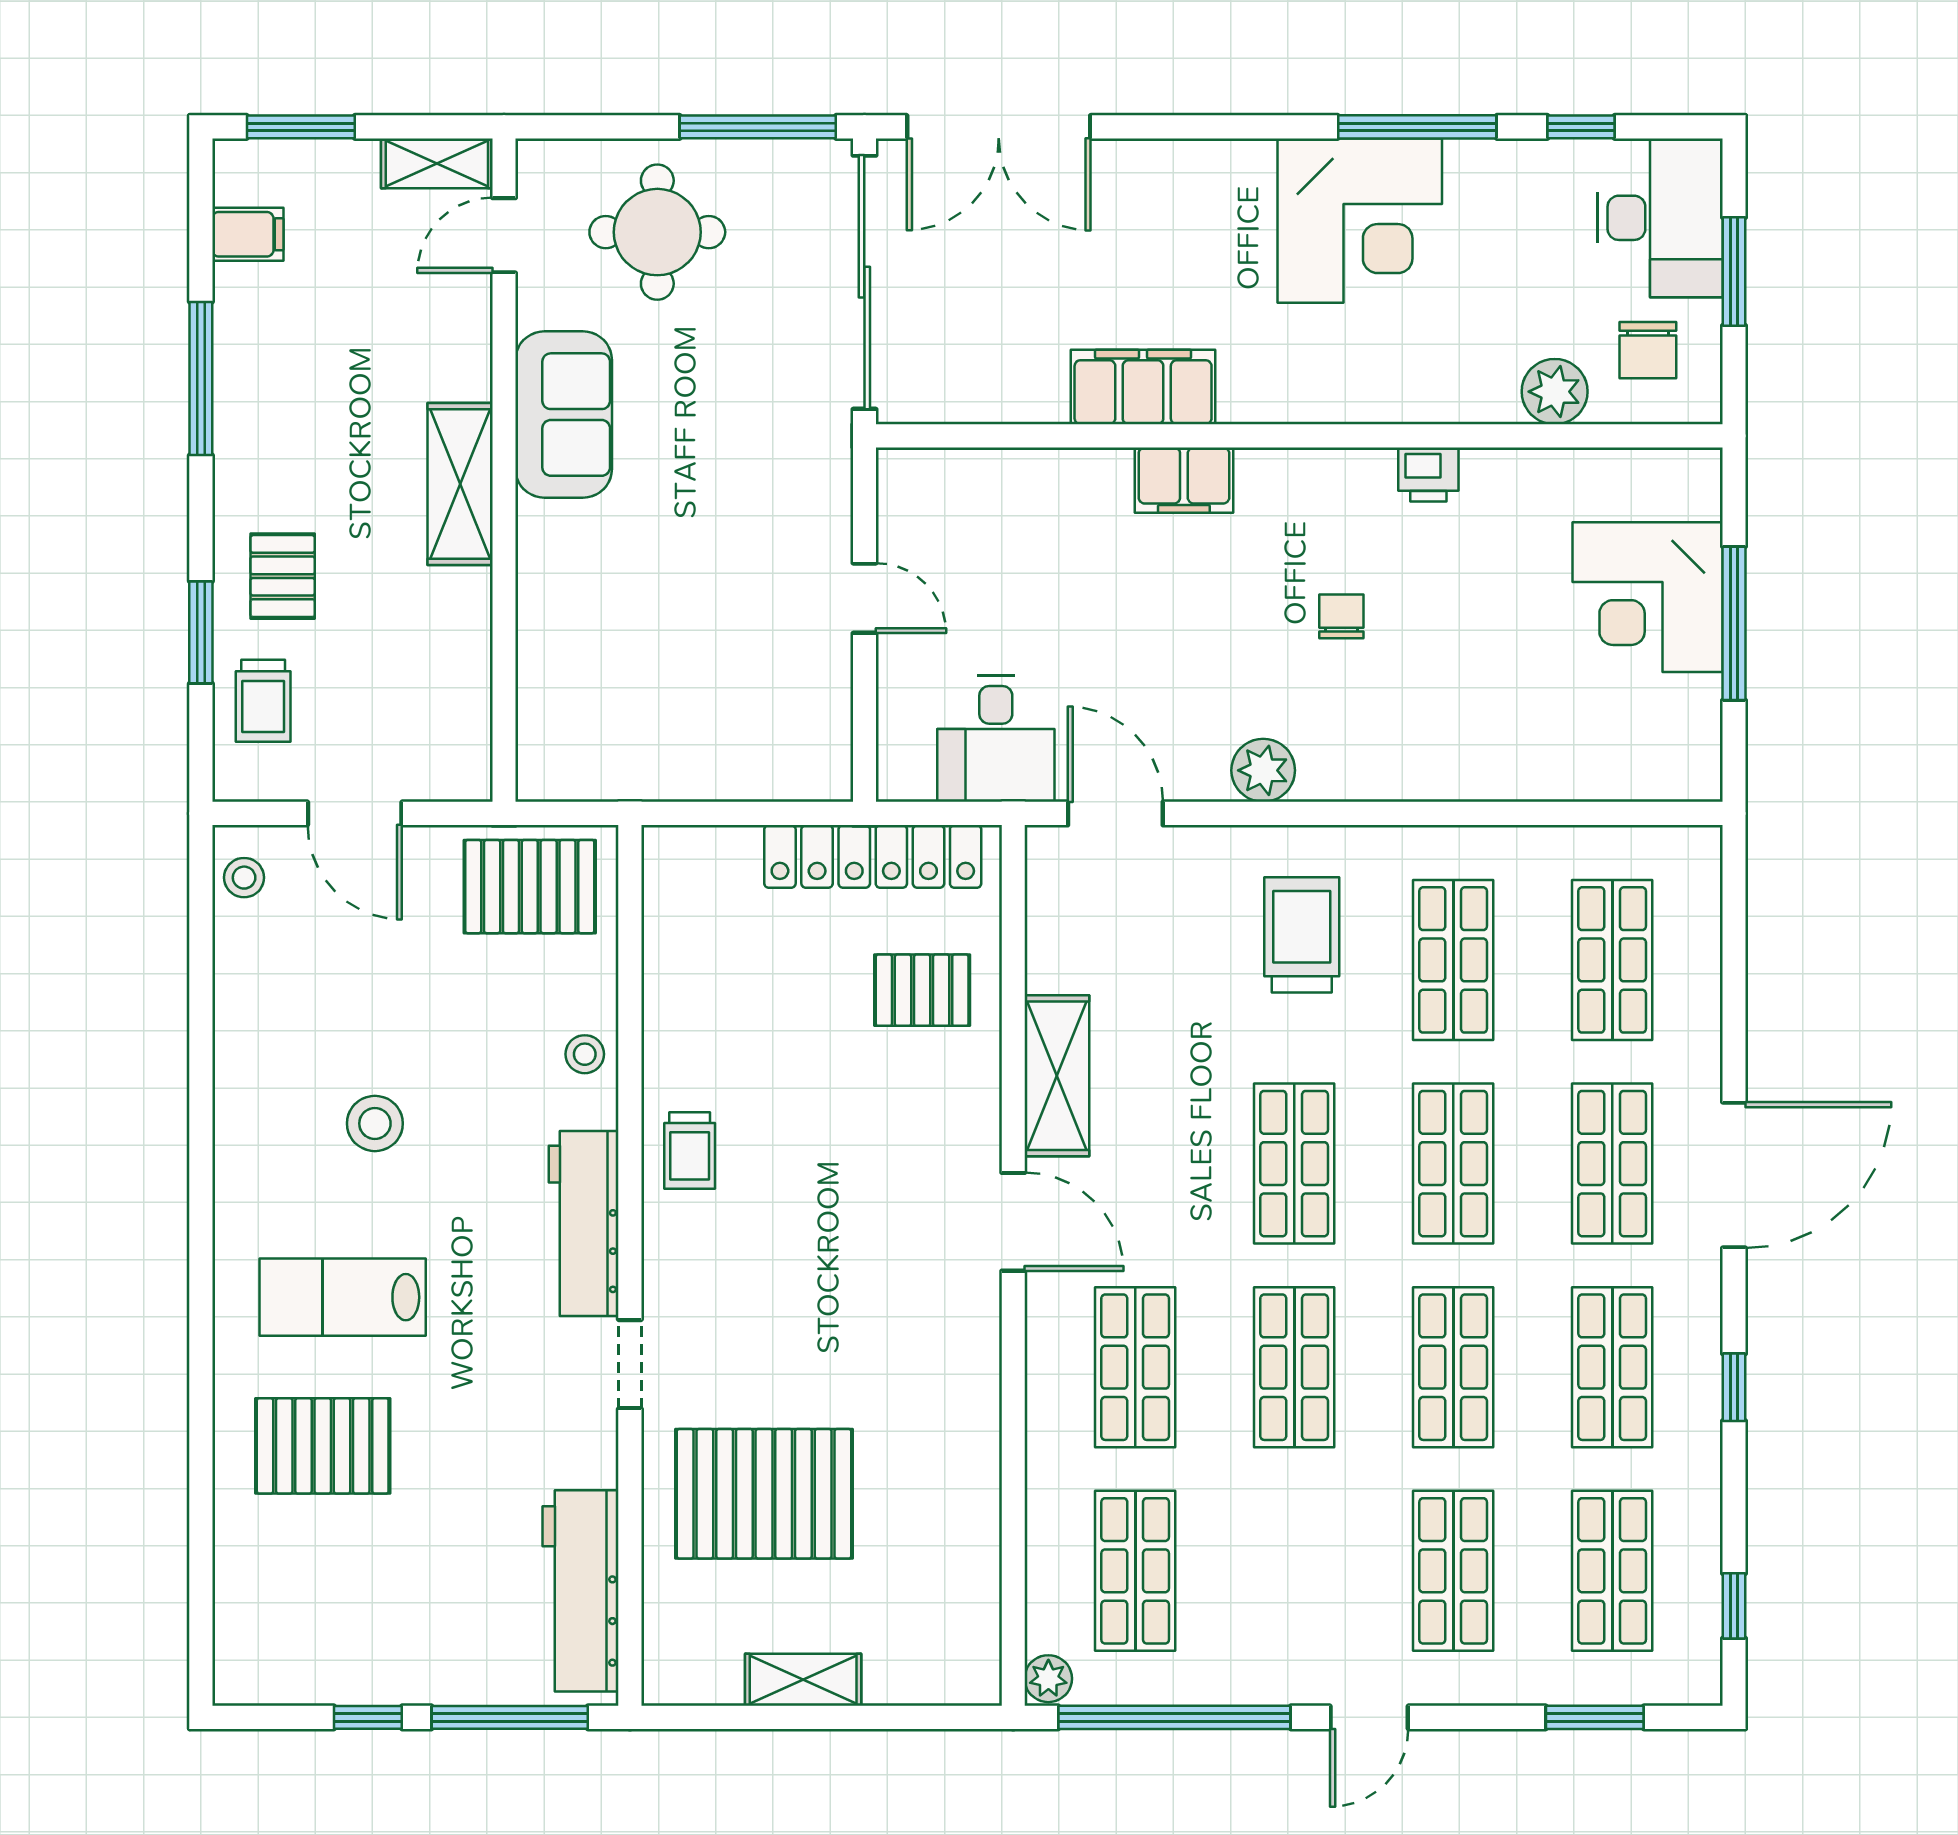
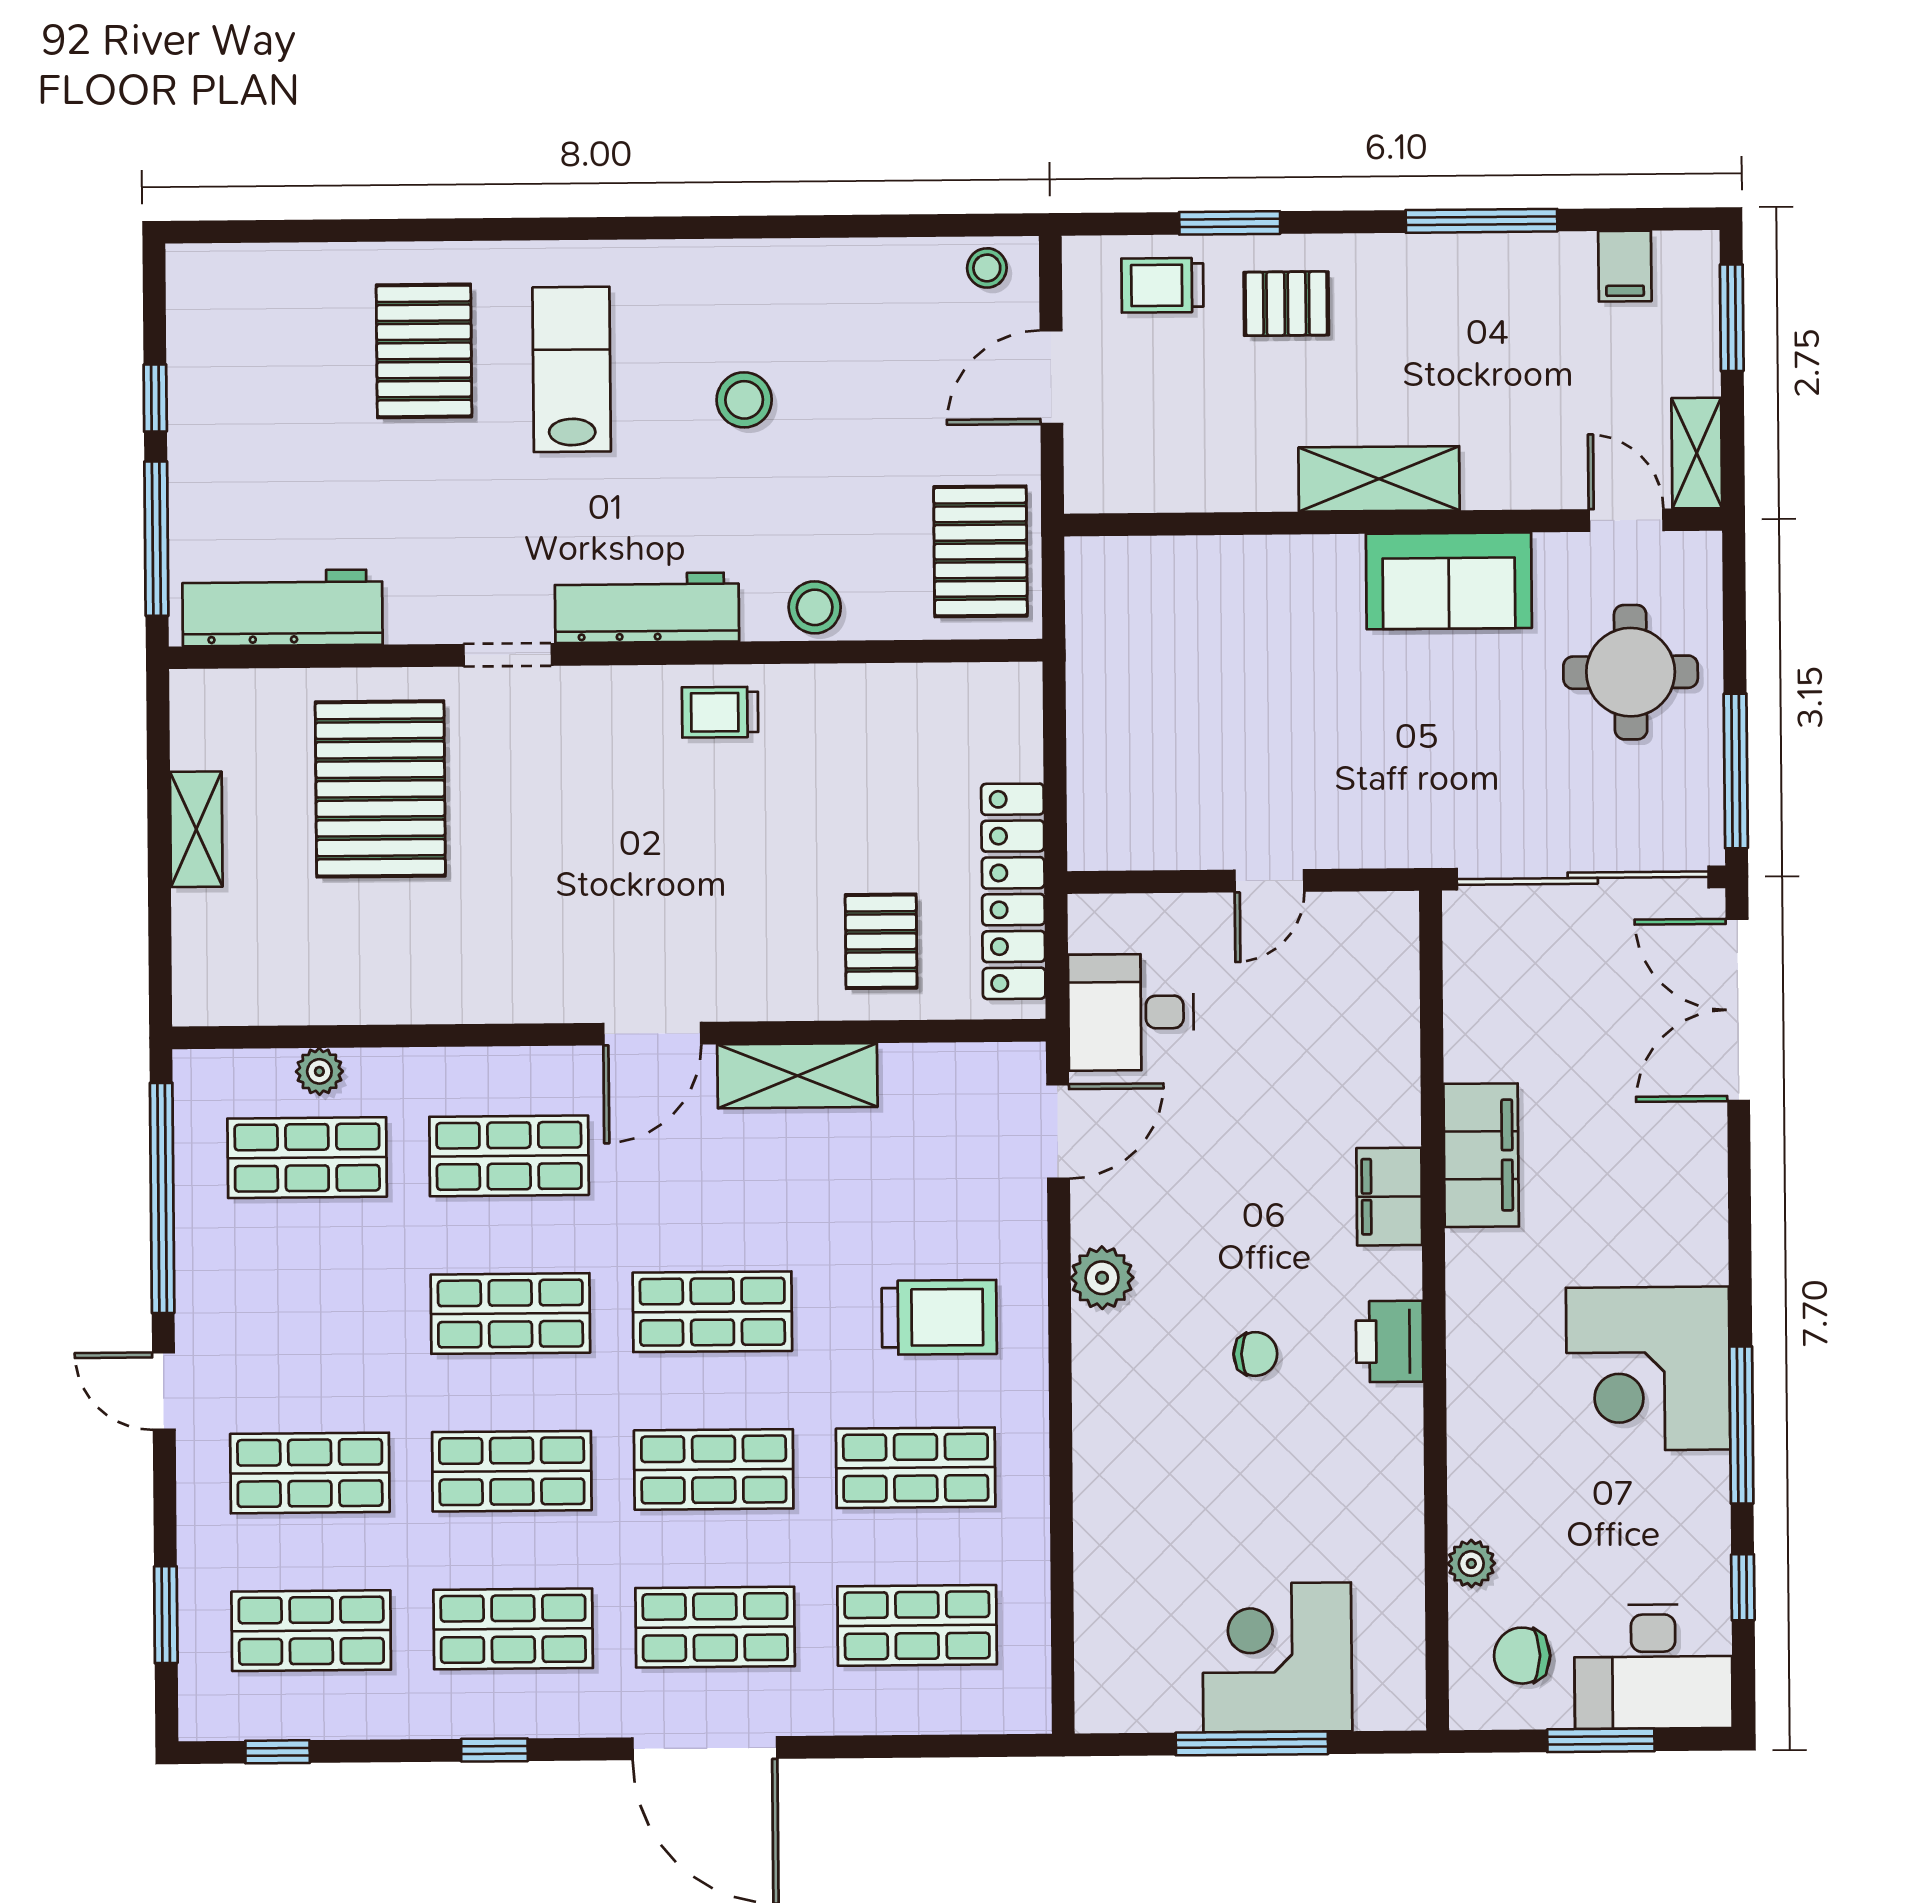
plant: (1555, 392) -> (1471, 1564), width x0.73, depth x0.73
printer: (1428, 474) -> (1390, 1341), moved, width x1.36, depth x1.24
stool: (585, 1054) -> (815, 607), width x1.37, depth x1.37
plant: (1048, 1679) -> (319, 1071), moved

